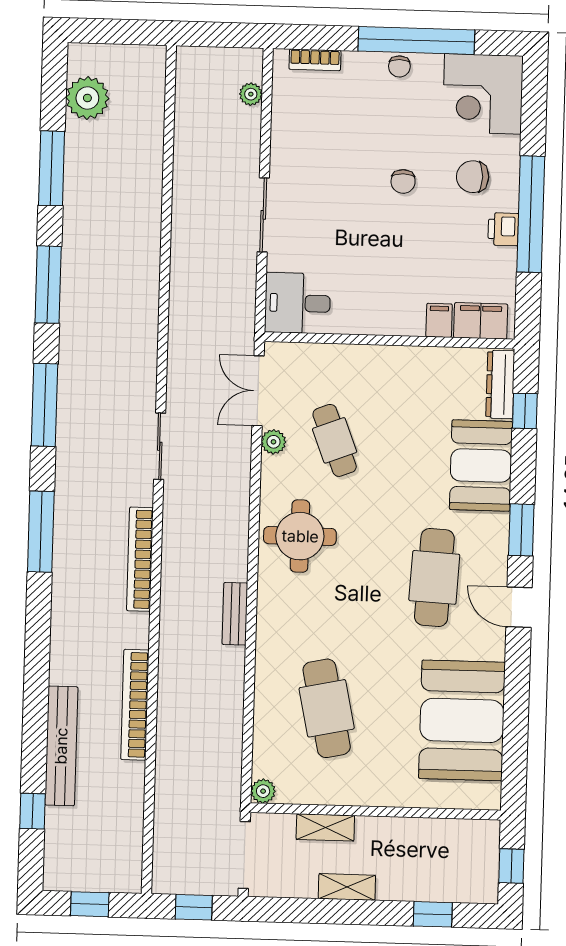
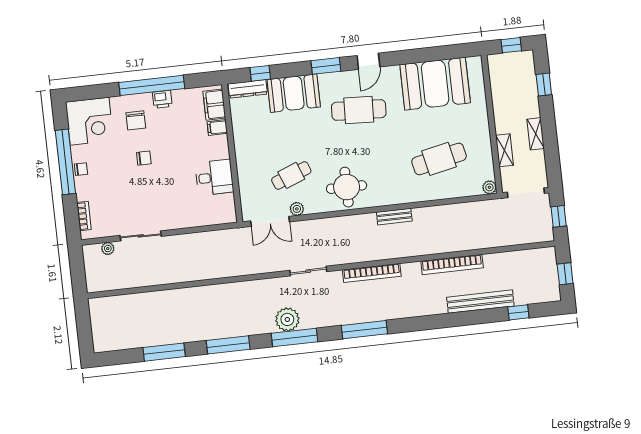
plant: (87, 98) -> (287, 319), moved
sliding door: (263, 215) -> (141, 236), moved
desk: (298, 303) -> (214, 177), moved, turned -90

